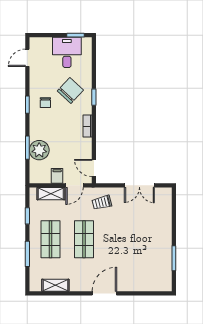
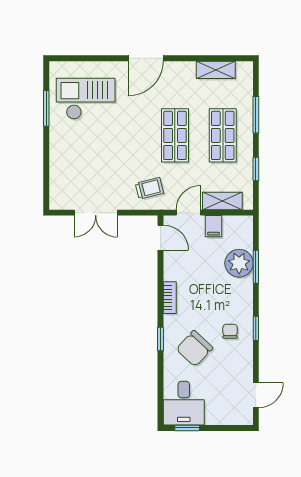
desk: (67, 52) -> (184, 403), moved
double door: (139, 185) -> (96, 213), swing flipped
checkout: (146, 265) -> (86, 99), added

